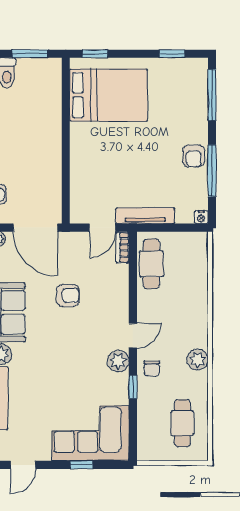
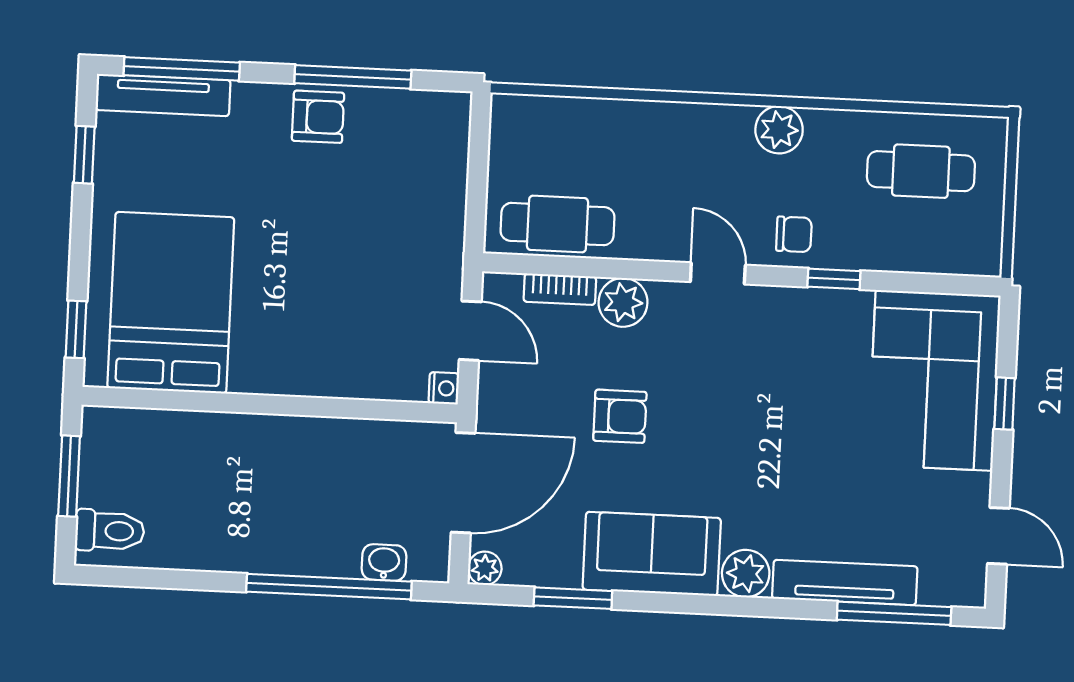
tv unit: (145, 216) -> (163, 95), moved, turned -90
nightstand: (201, 217) -> (444, 388), moved
bookcase: (123, 247) -> (560, 289), moved
armchair: (68, 295) -> (620, 416), turned 90
plant: (118, 361) -> (623, 302), moved

